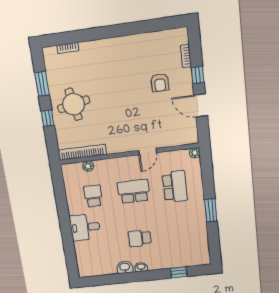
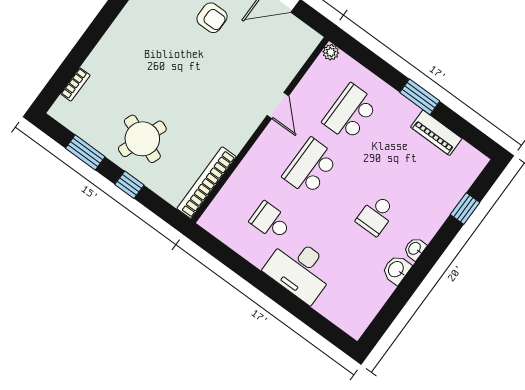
round table: (74, 104) -> (142, 139), turned 32
plant: (88, 166) -> (229, 192), removed
school desk: (175, 187) -> (350, 113), turned -90
desk: (85, 227) -> (300, 269), width x1.37
piano: (201, 232) -> (436, 133), added

